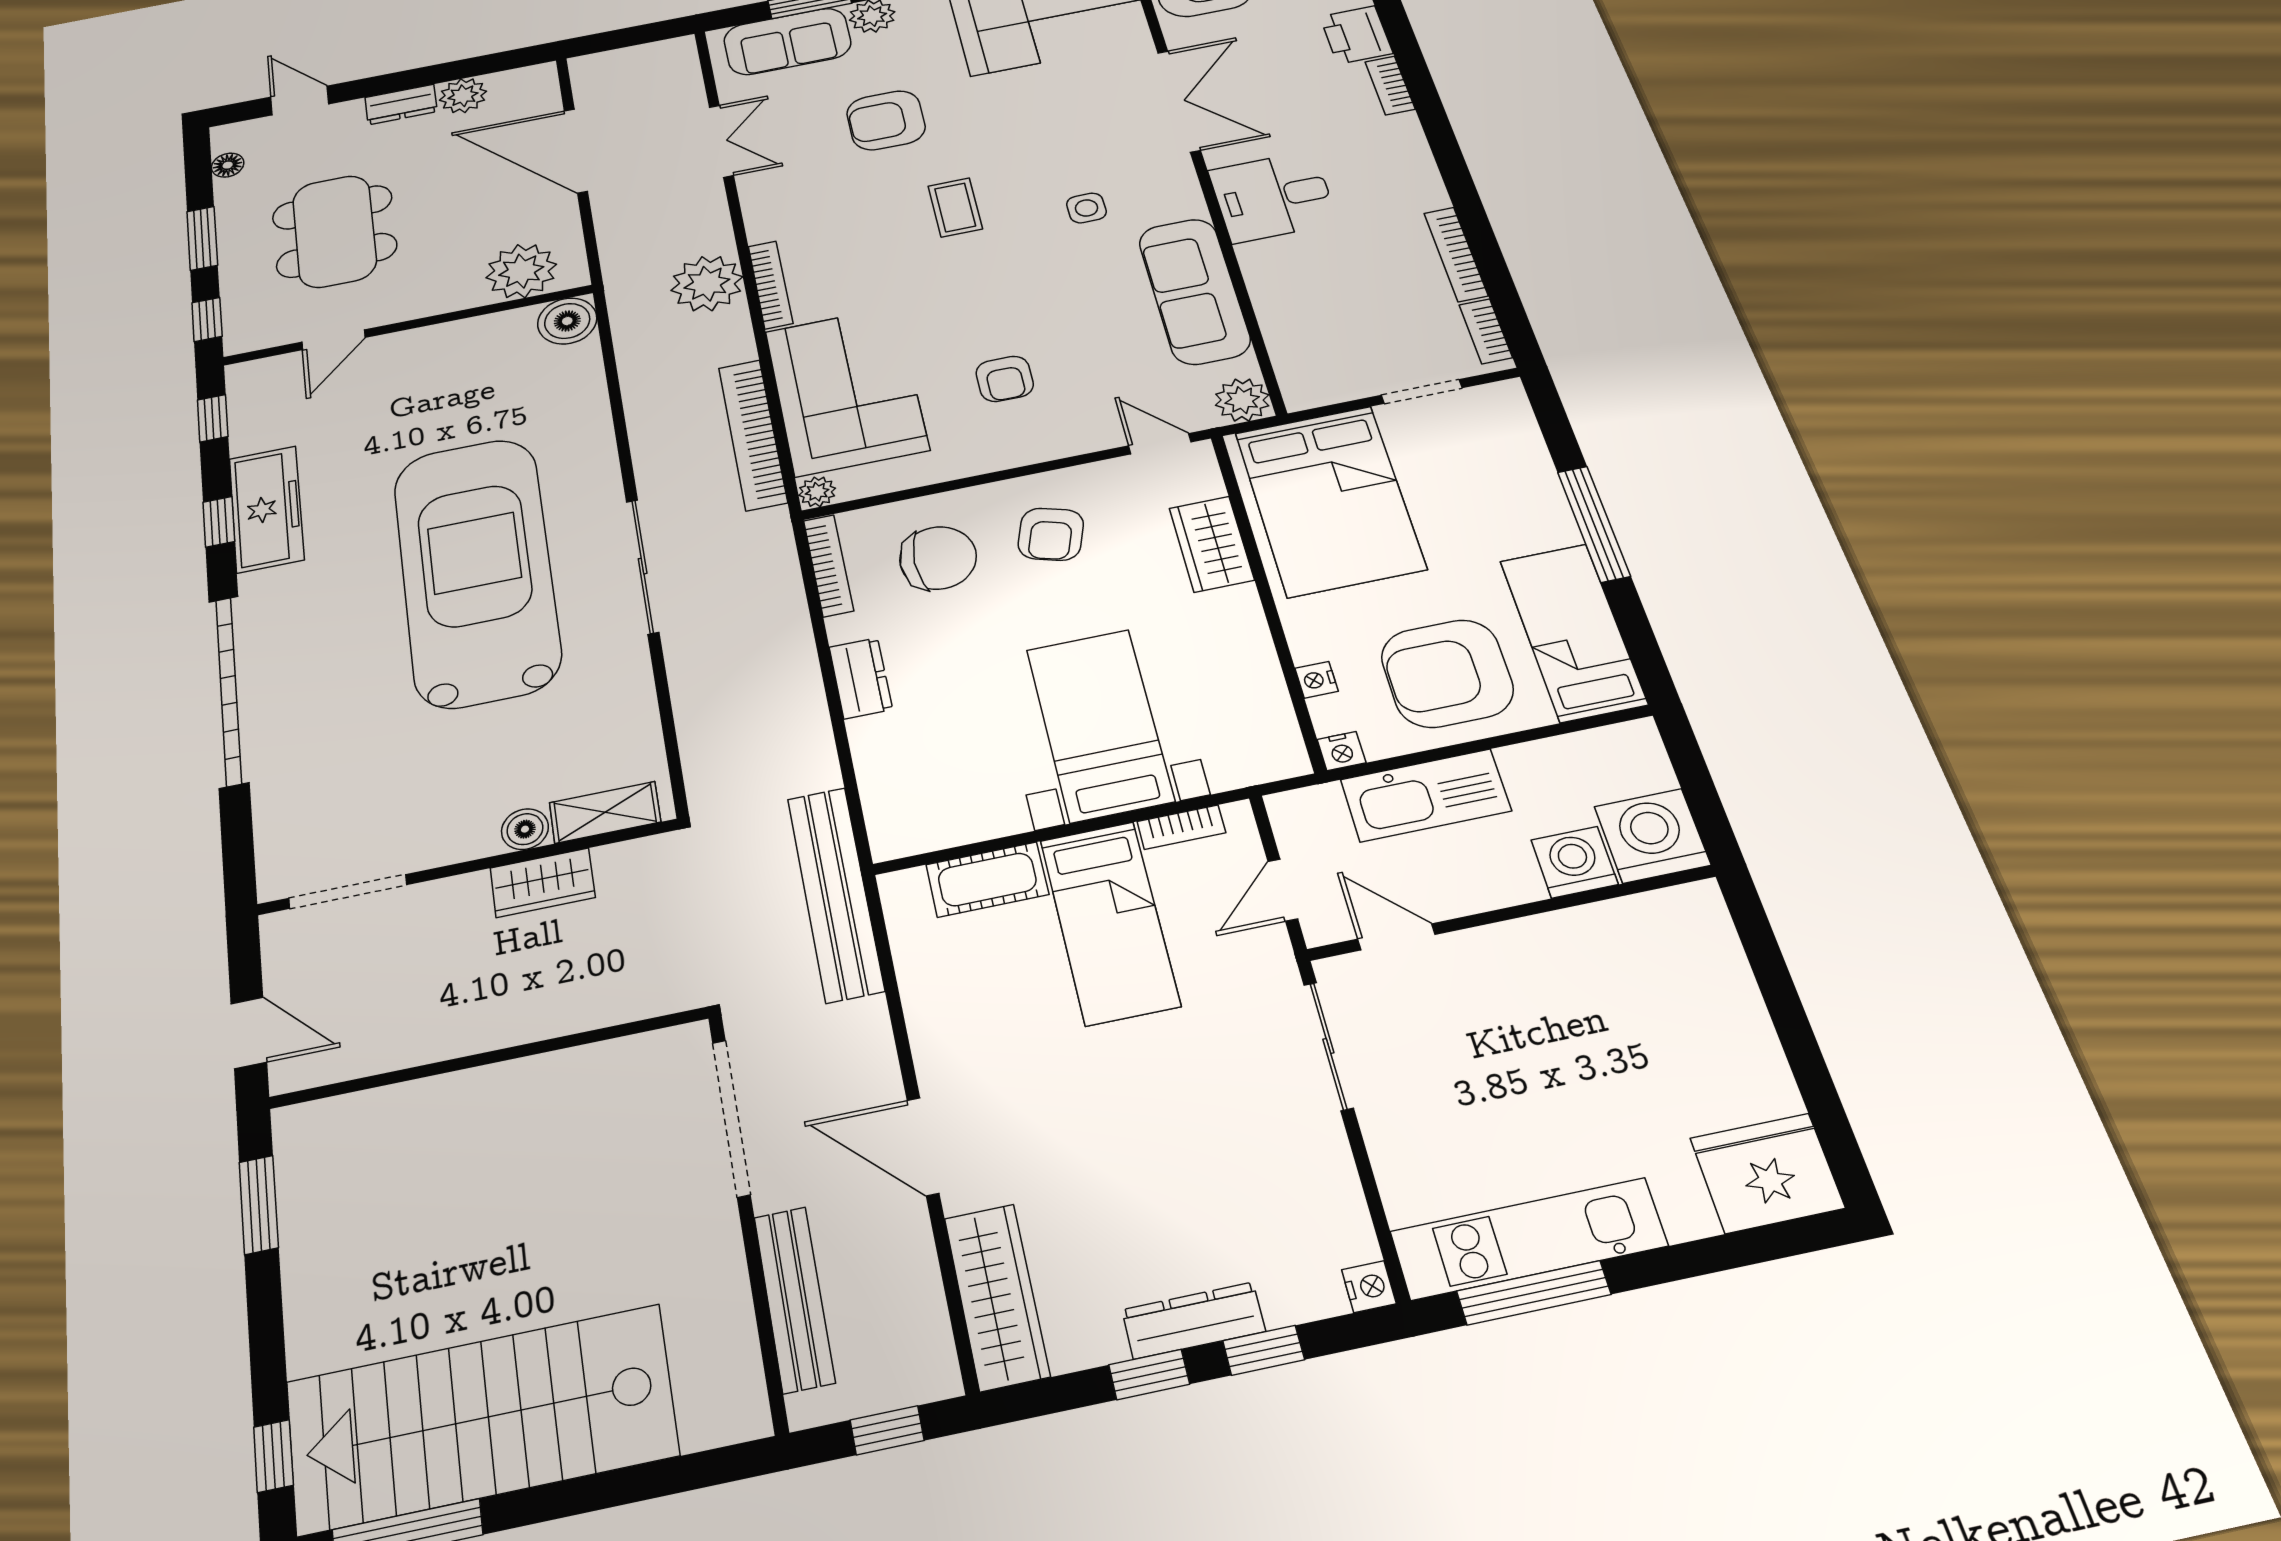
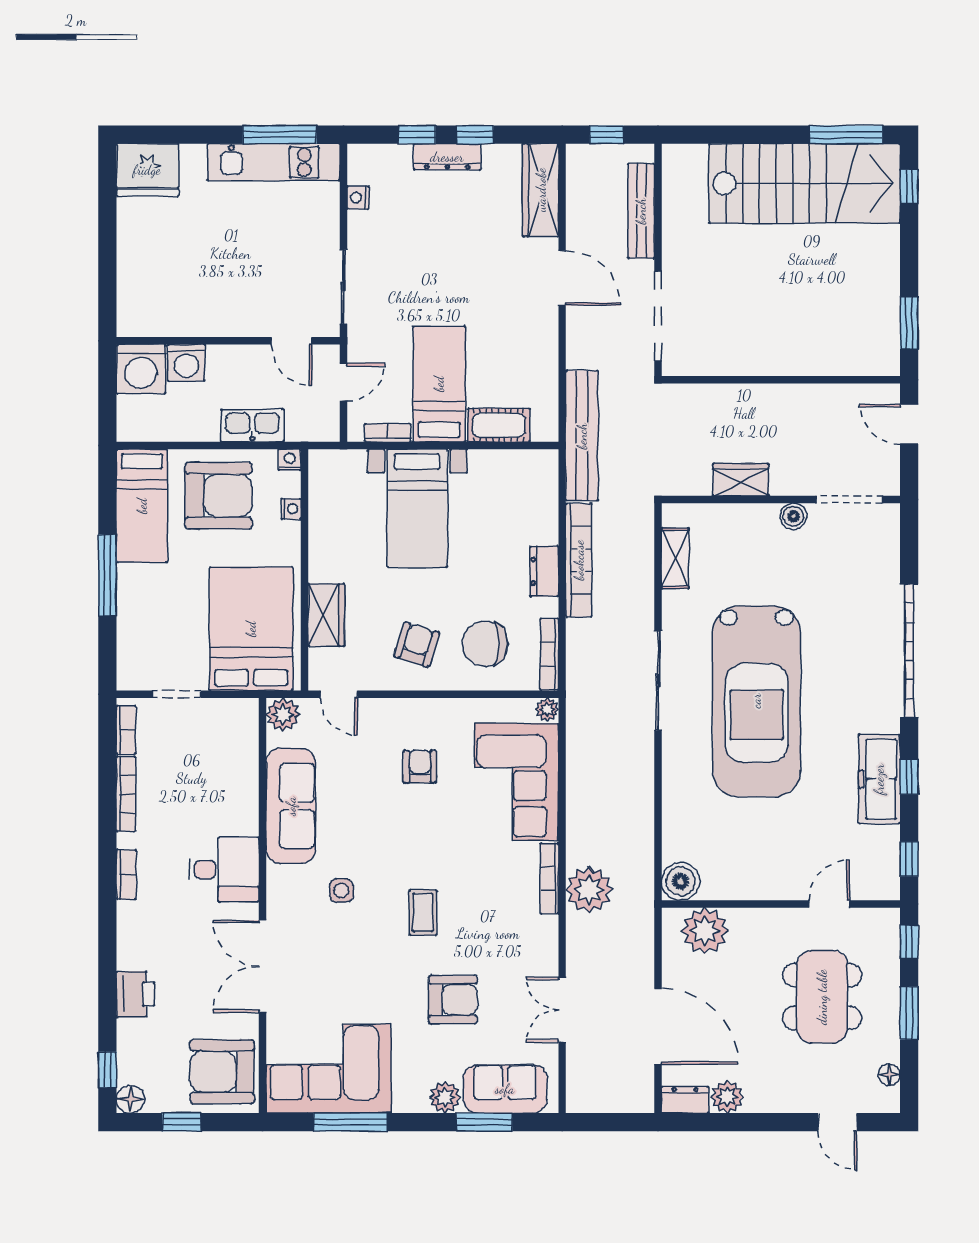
bookcase: (1390, 85) -> (126, 875), moved
dresser: (401, 104) -> (685, 1100), moved
bookcase: (753, 434) -> (579, 560), moved
kitchen sink: (1426, 795) -> (252, 425), width x0.73, depth x0.81
shelving: (605, 812) -> (675, 558), moved, turned 90
boiler: (525, 829) -> (793, 516), moved
nightstand: (1369, 1287) -> (358, 198), moved

